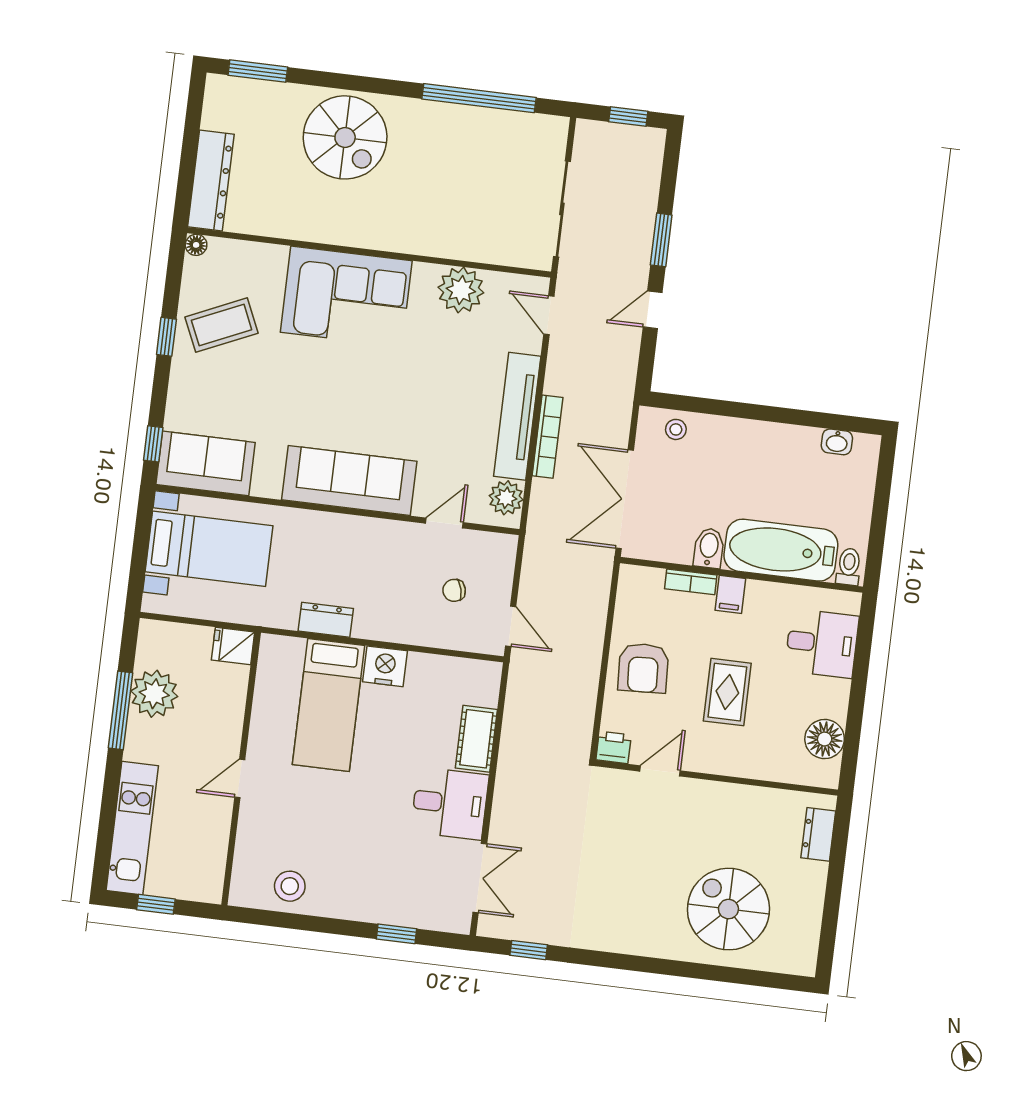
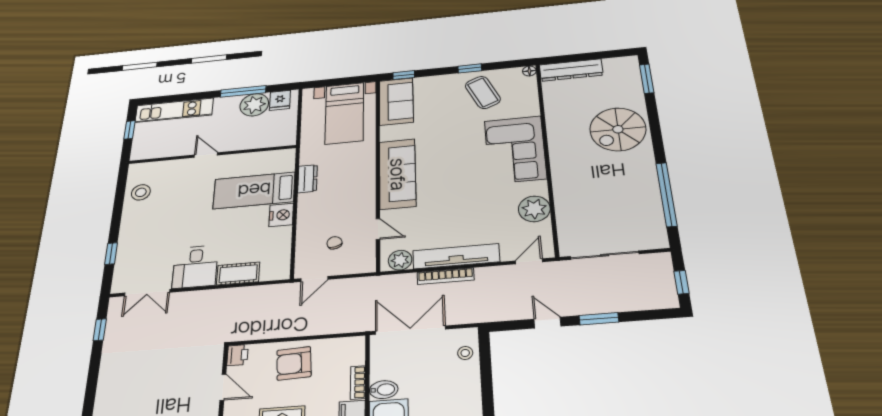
fridge: (233, 646) -> (280, 100), moved, turned 180

